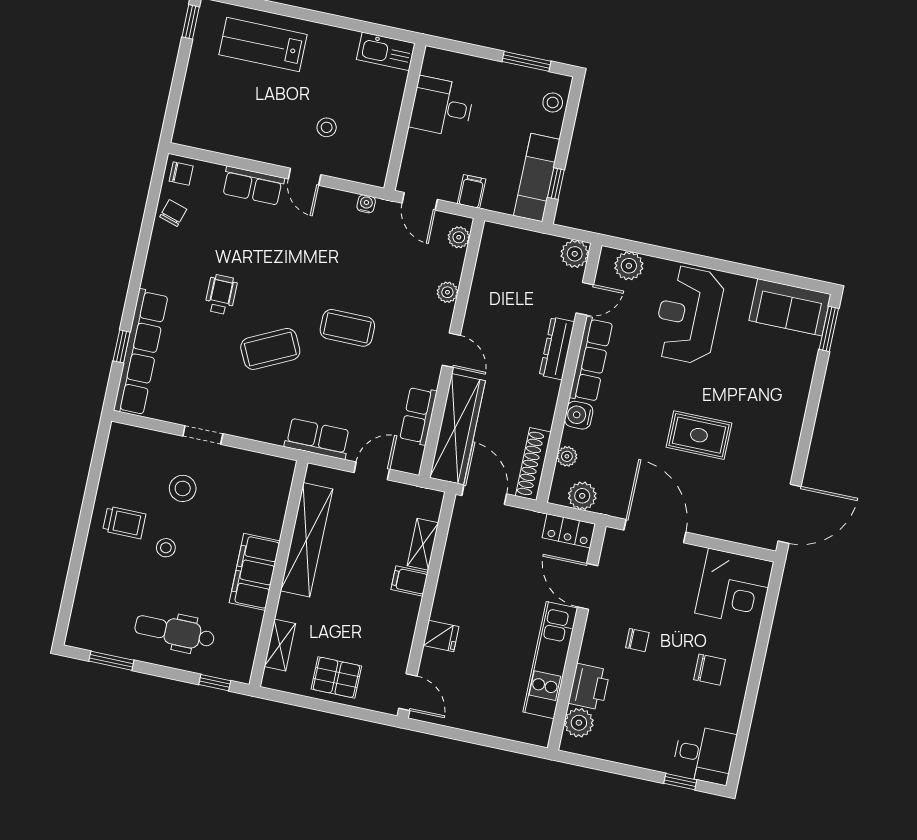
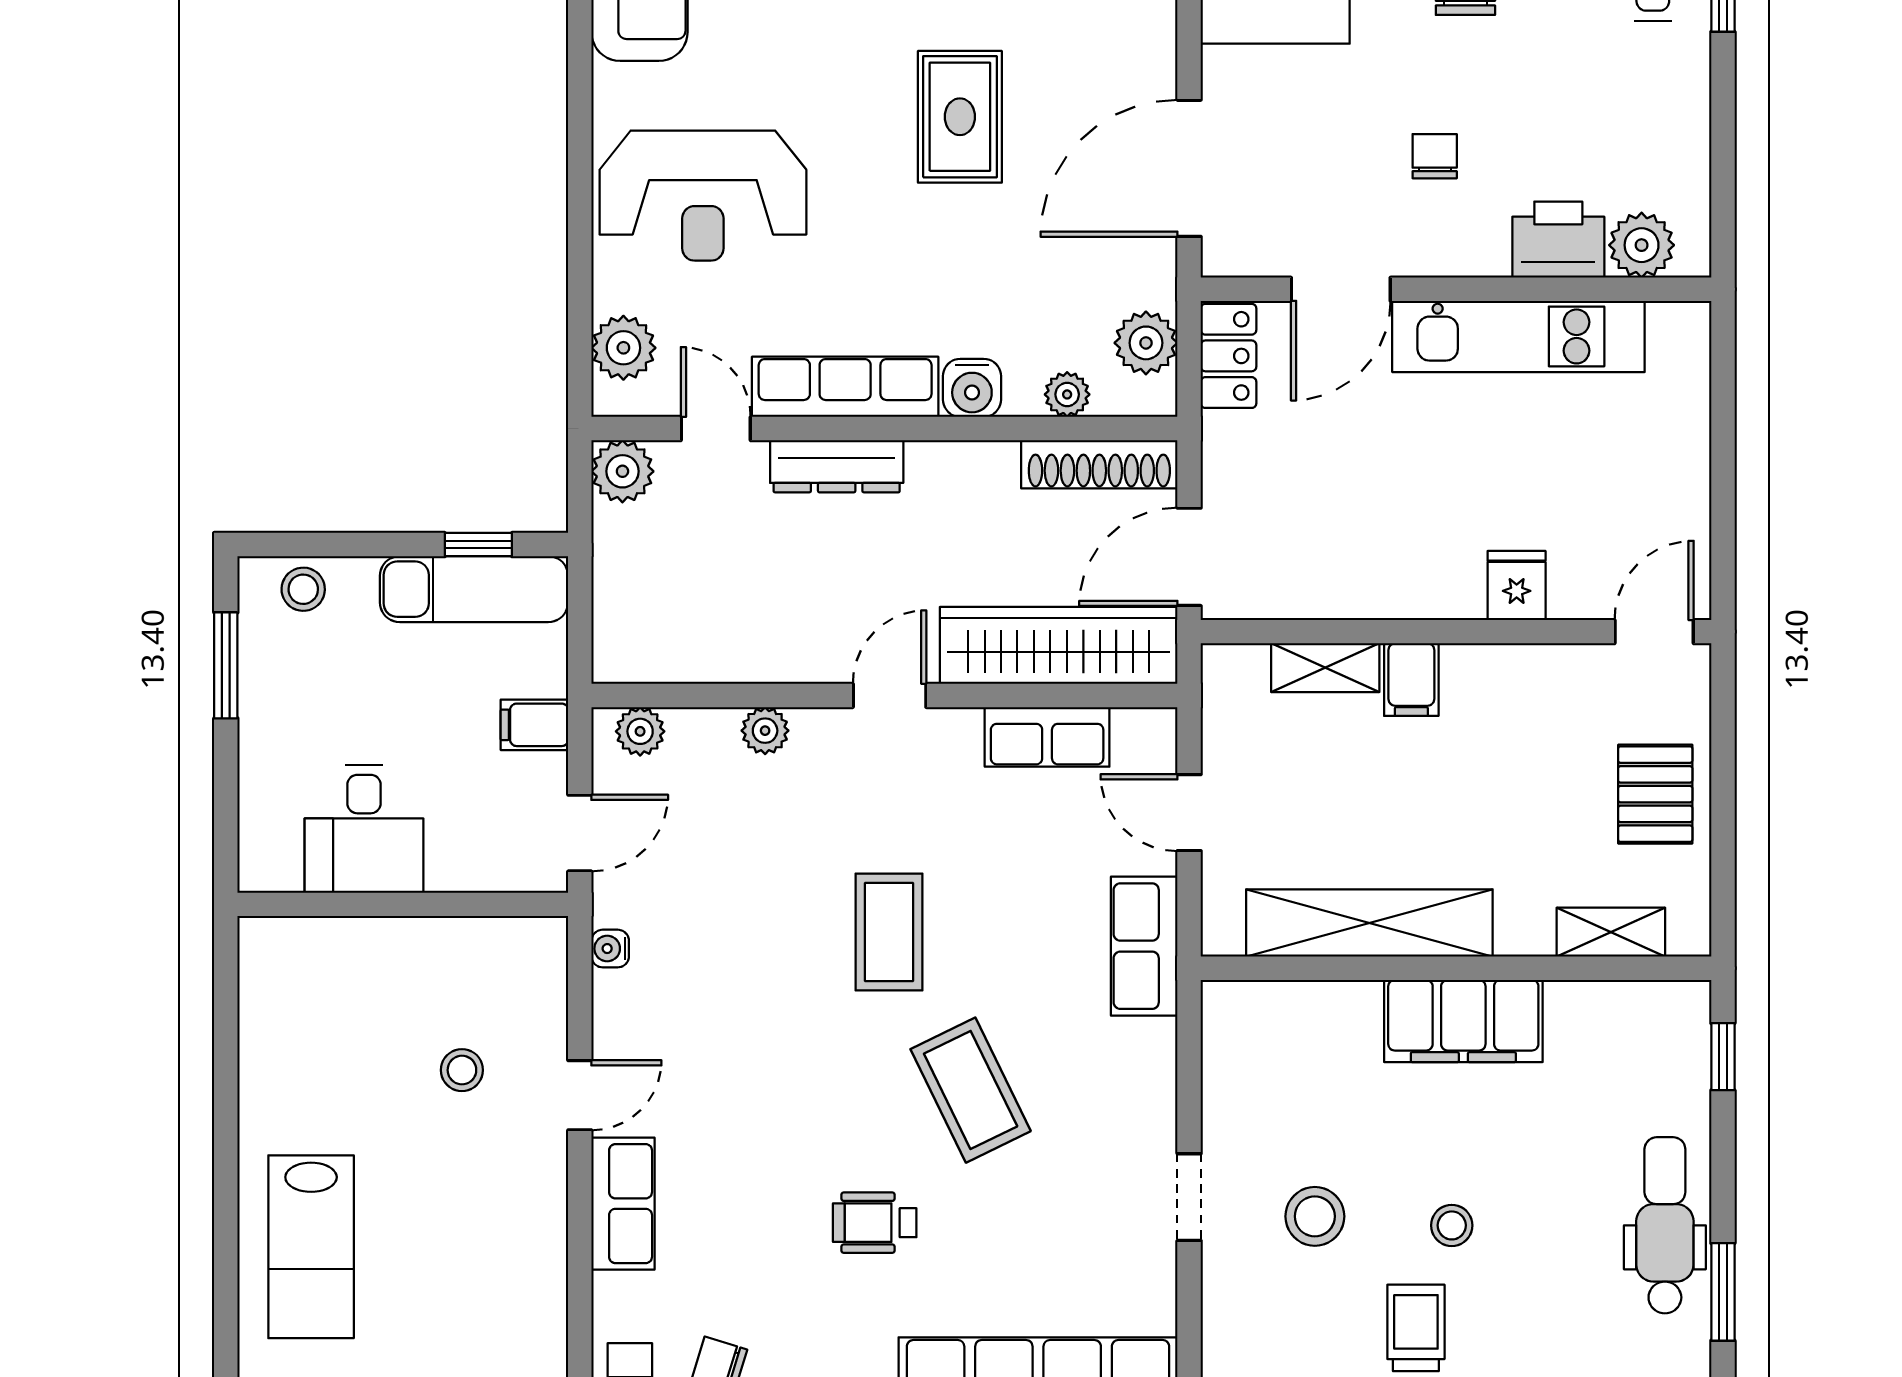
kitchen sink: (386, 51) -> (269, 976), removed
dental chair: (175, 632) -> (1665, 1225), moved, turned 180

